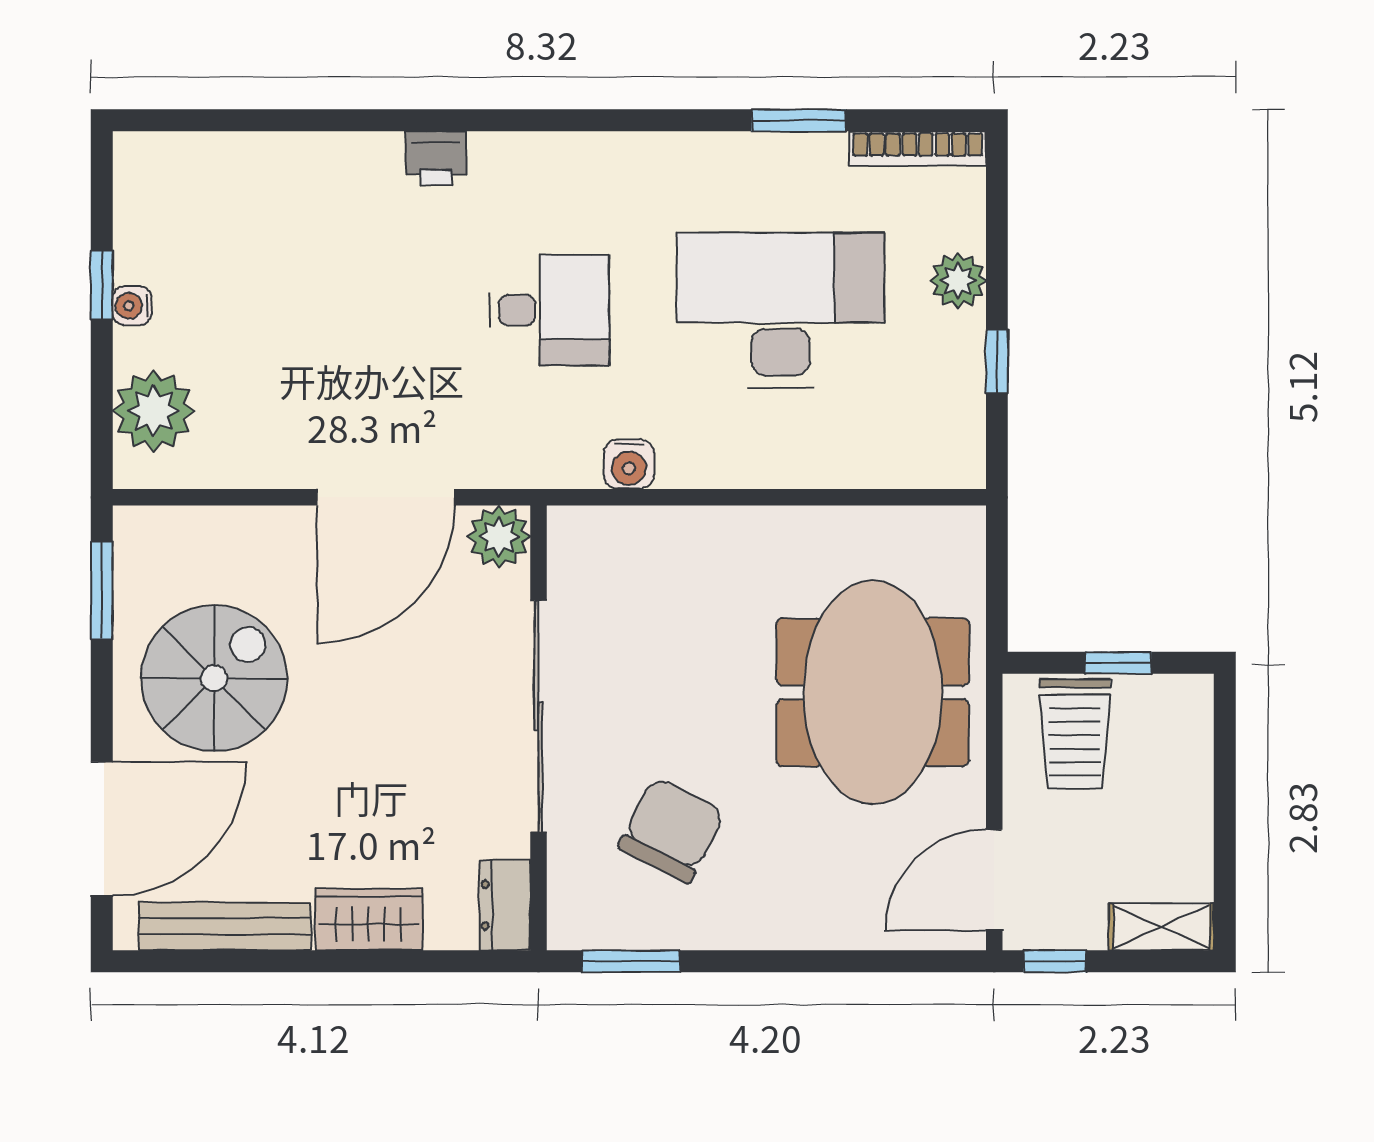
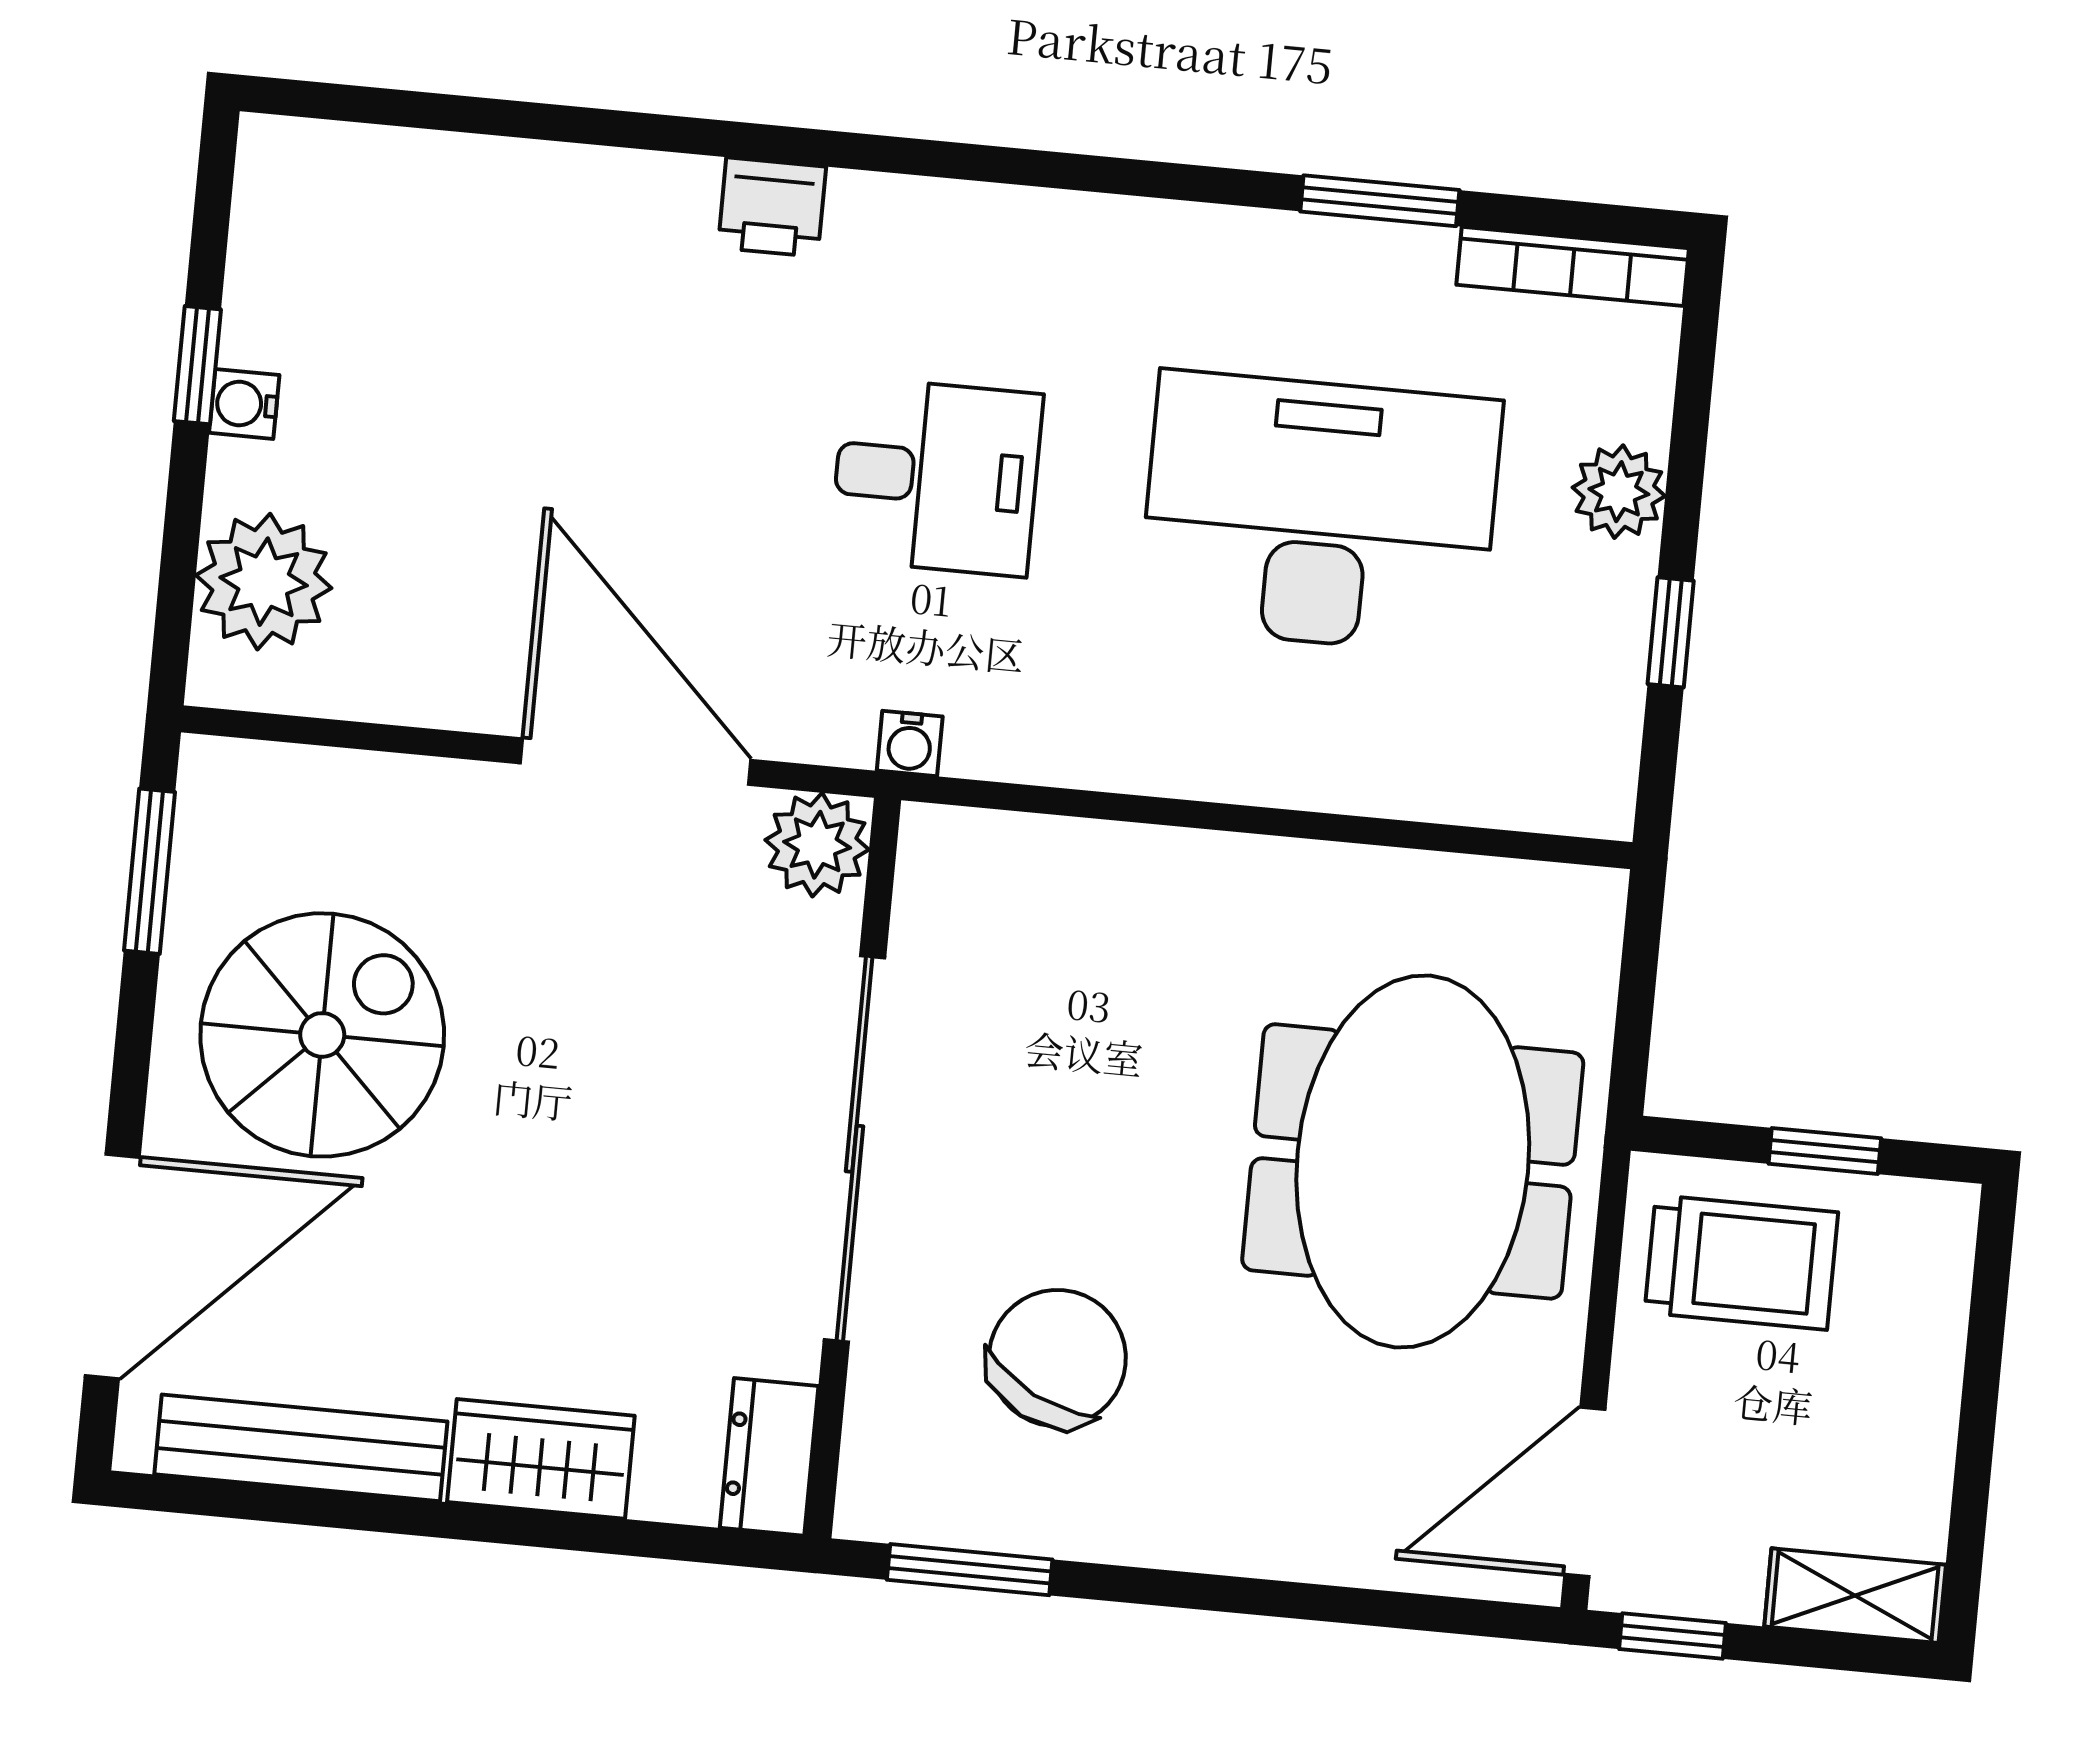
water cooler: (629, 464) -> (910, 744), moved, width x0.72, depth x0.72
door: (386, 497) -> (636, 762), swing flipped
trolley: (1075, 734) -> (1741, 1262), turned -90

